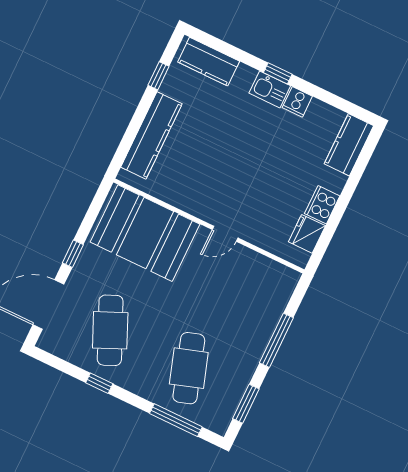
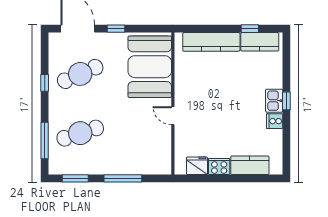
kitchen counter: (209, 62) -> (260, 42), moved, turned -90
kitchen counter: (349, 145) -> (250, 165), moved

